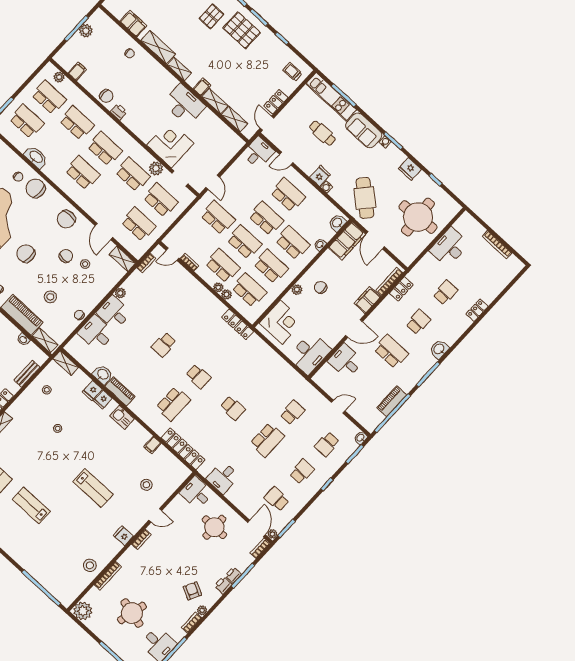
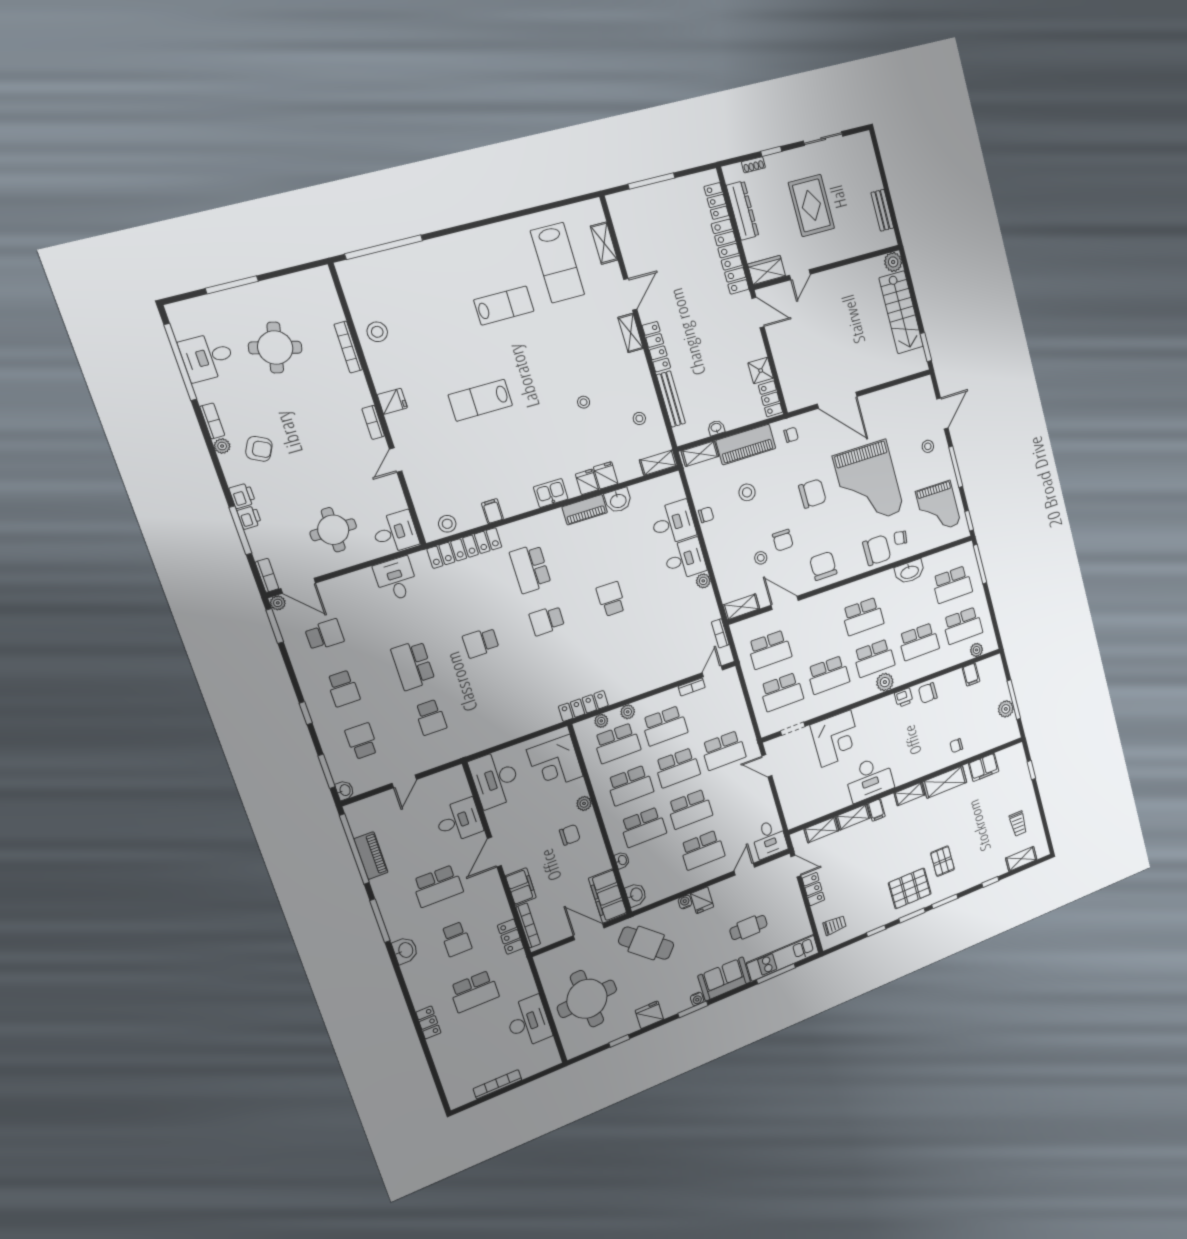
plant: (156, 168) -> (885, 682), moved
plant: (218, 287) -> (601, 721), moved
school desk: (445, 292) -> (474, 991), width x1.85
bench: (27, 374) -> (671, 399), width x1.36
stool: (146, 485) -> (447, 524), moved
plant: (83, 611) -> (318, 283), removed

